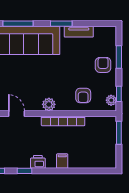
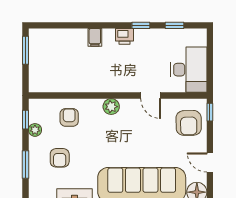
armchair: (103, 65) -> (60, 158), moved
plant: (111, 100) -> (35, 130), moved
bookcase: (63, 121) -> (94, 86), removed
window: (119, 133) -> (25, 50), moved

